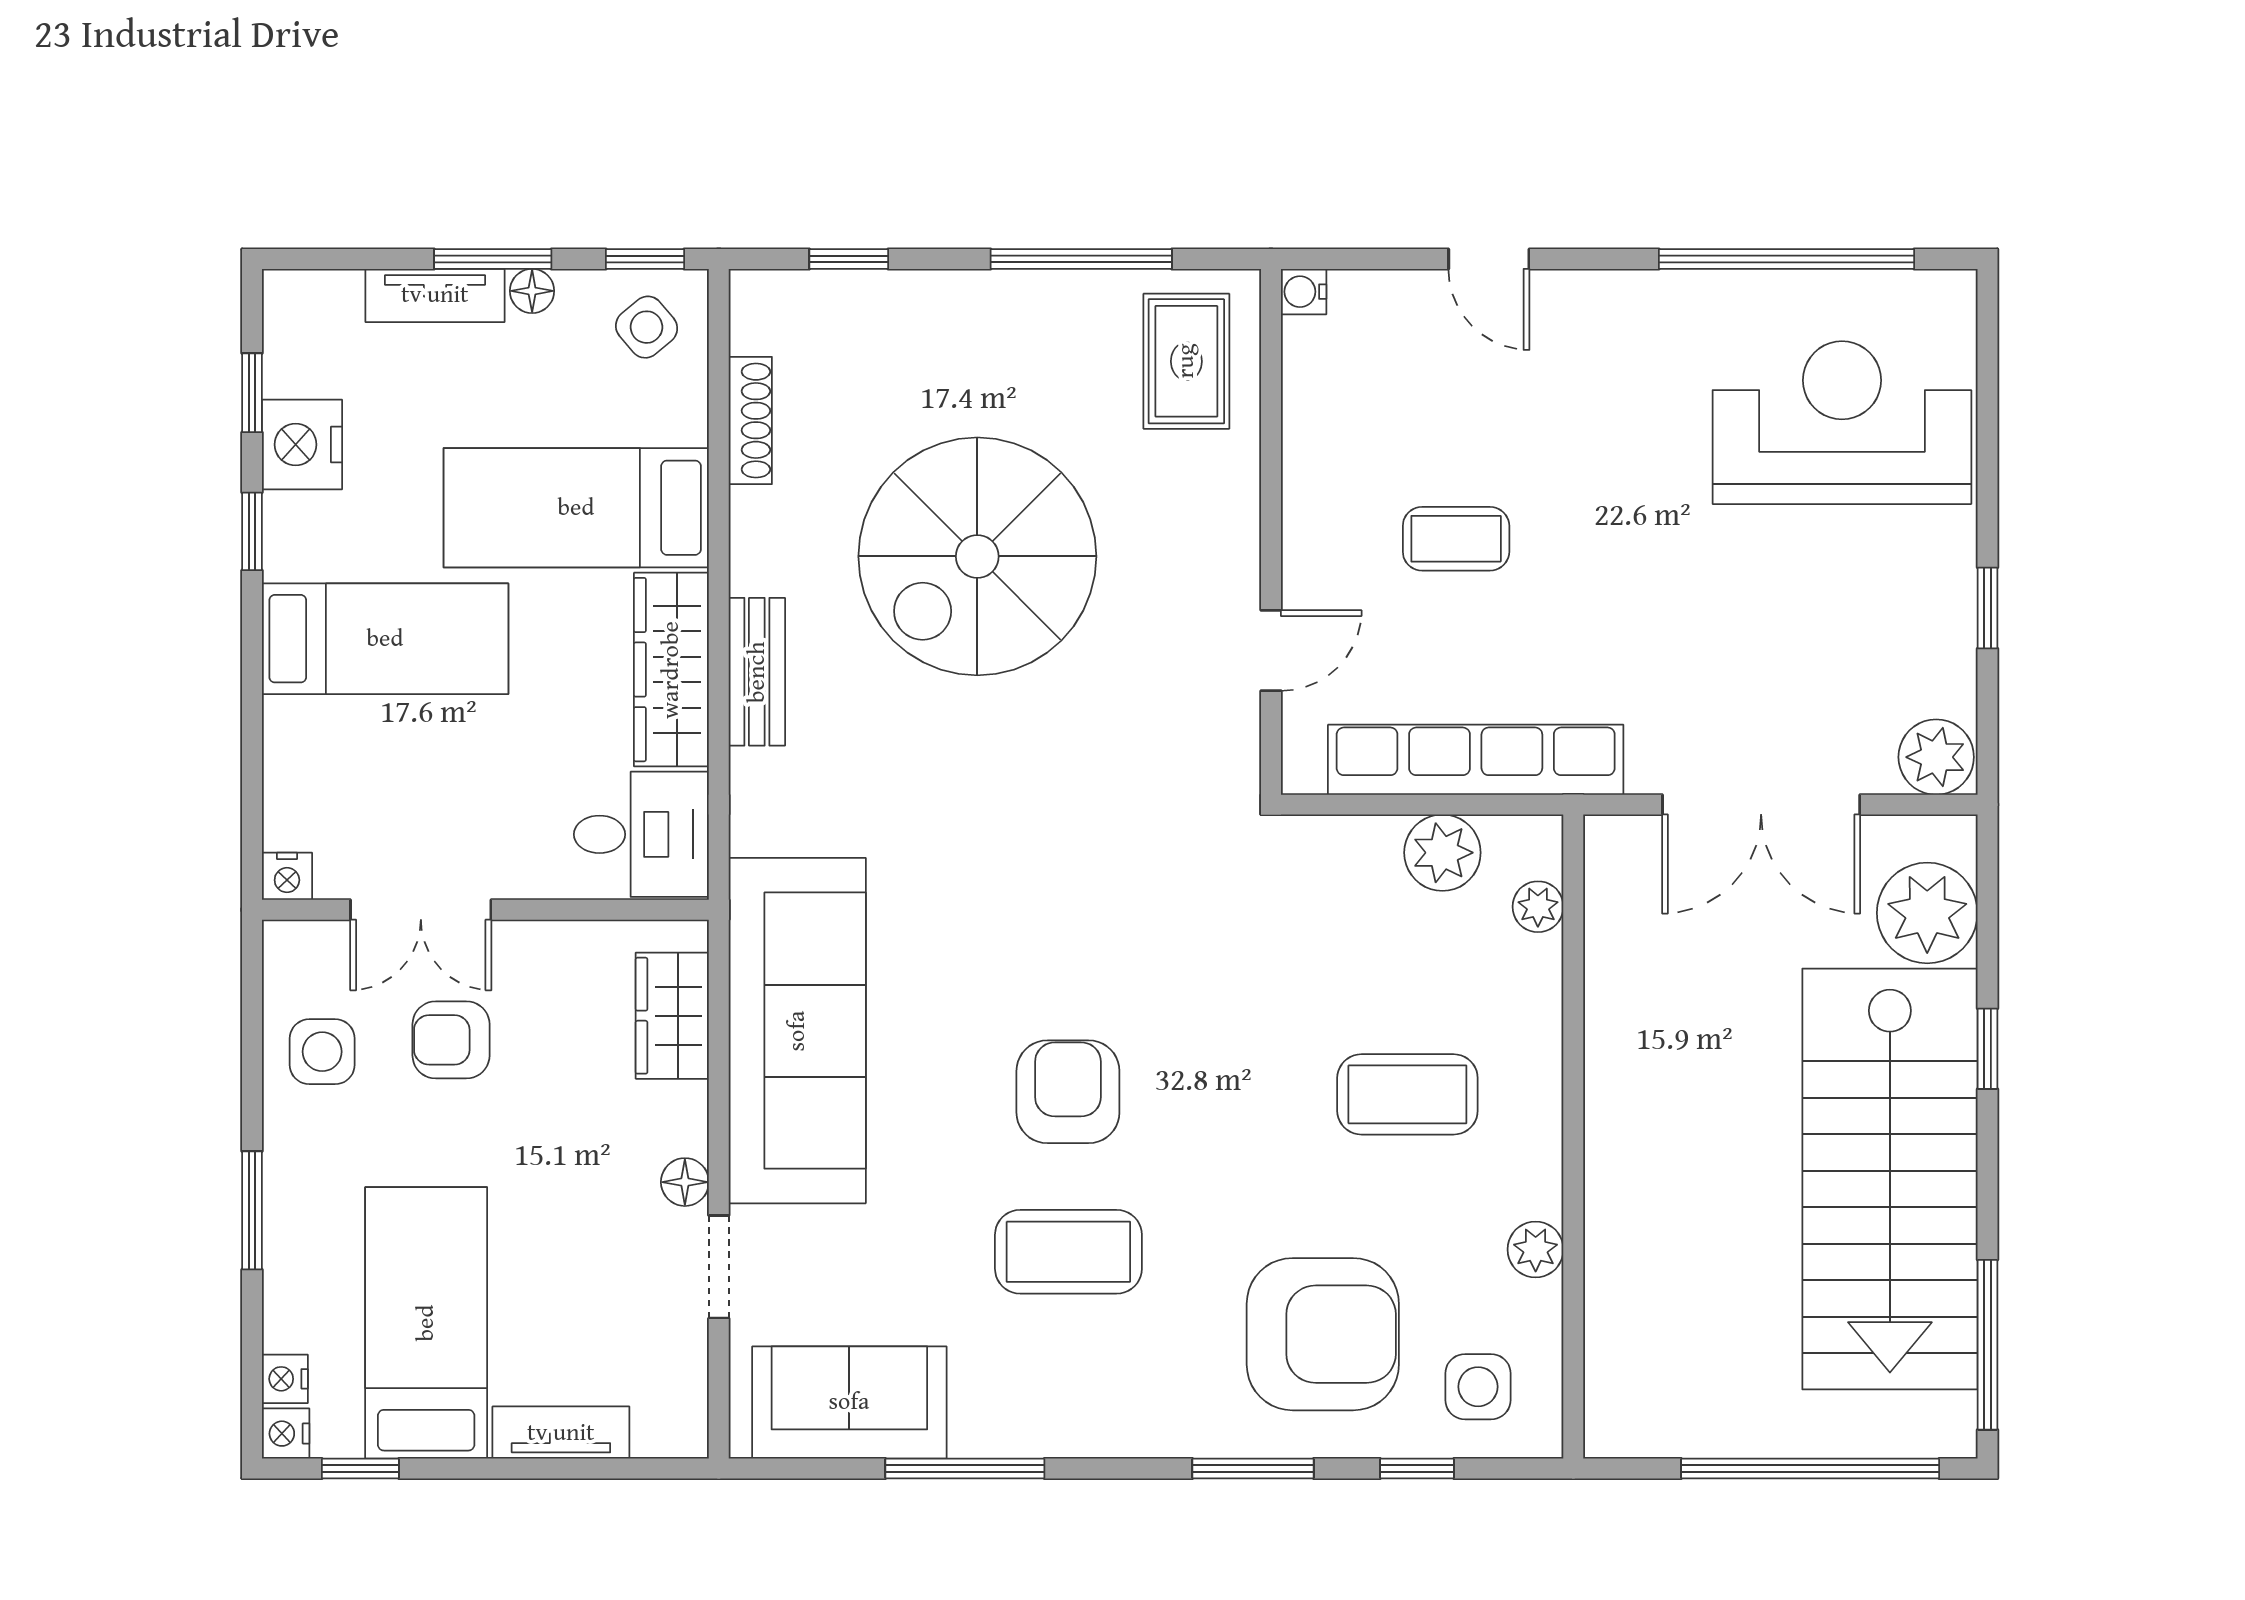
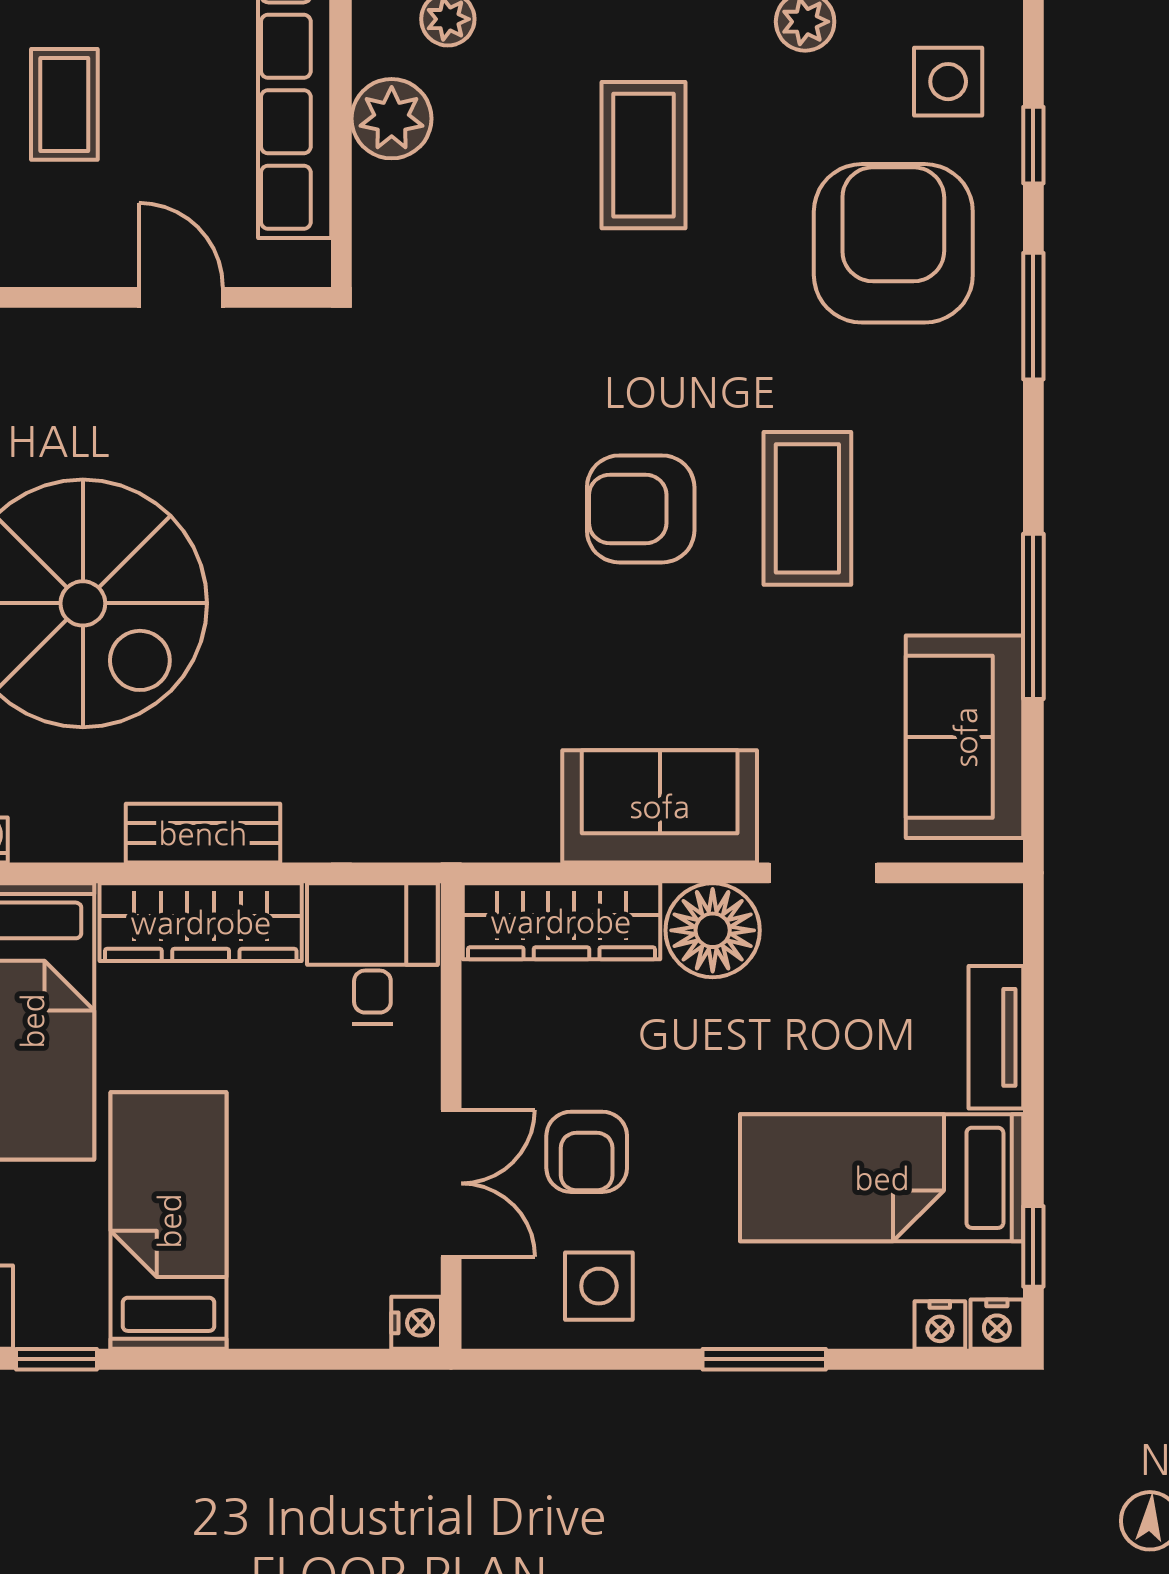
wardrobe: (672, 1016) -> (561, 921), width x1.50
sofa: (797, 1031) -> (660, 806), width x0.54, depth x0.79
floor lamp: (685, 1182) -> (713, 930), width x1.89, depth x1.89

